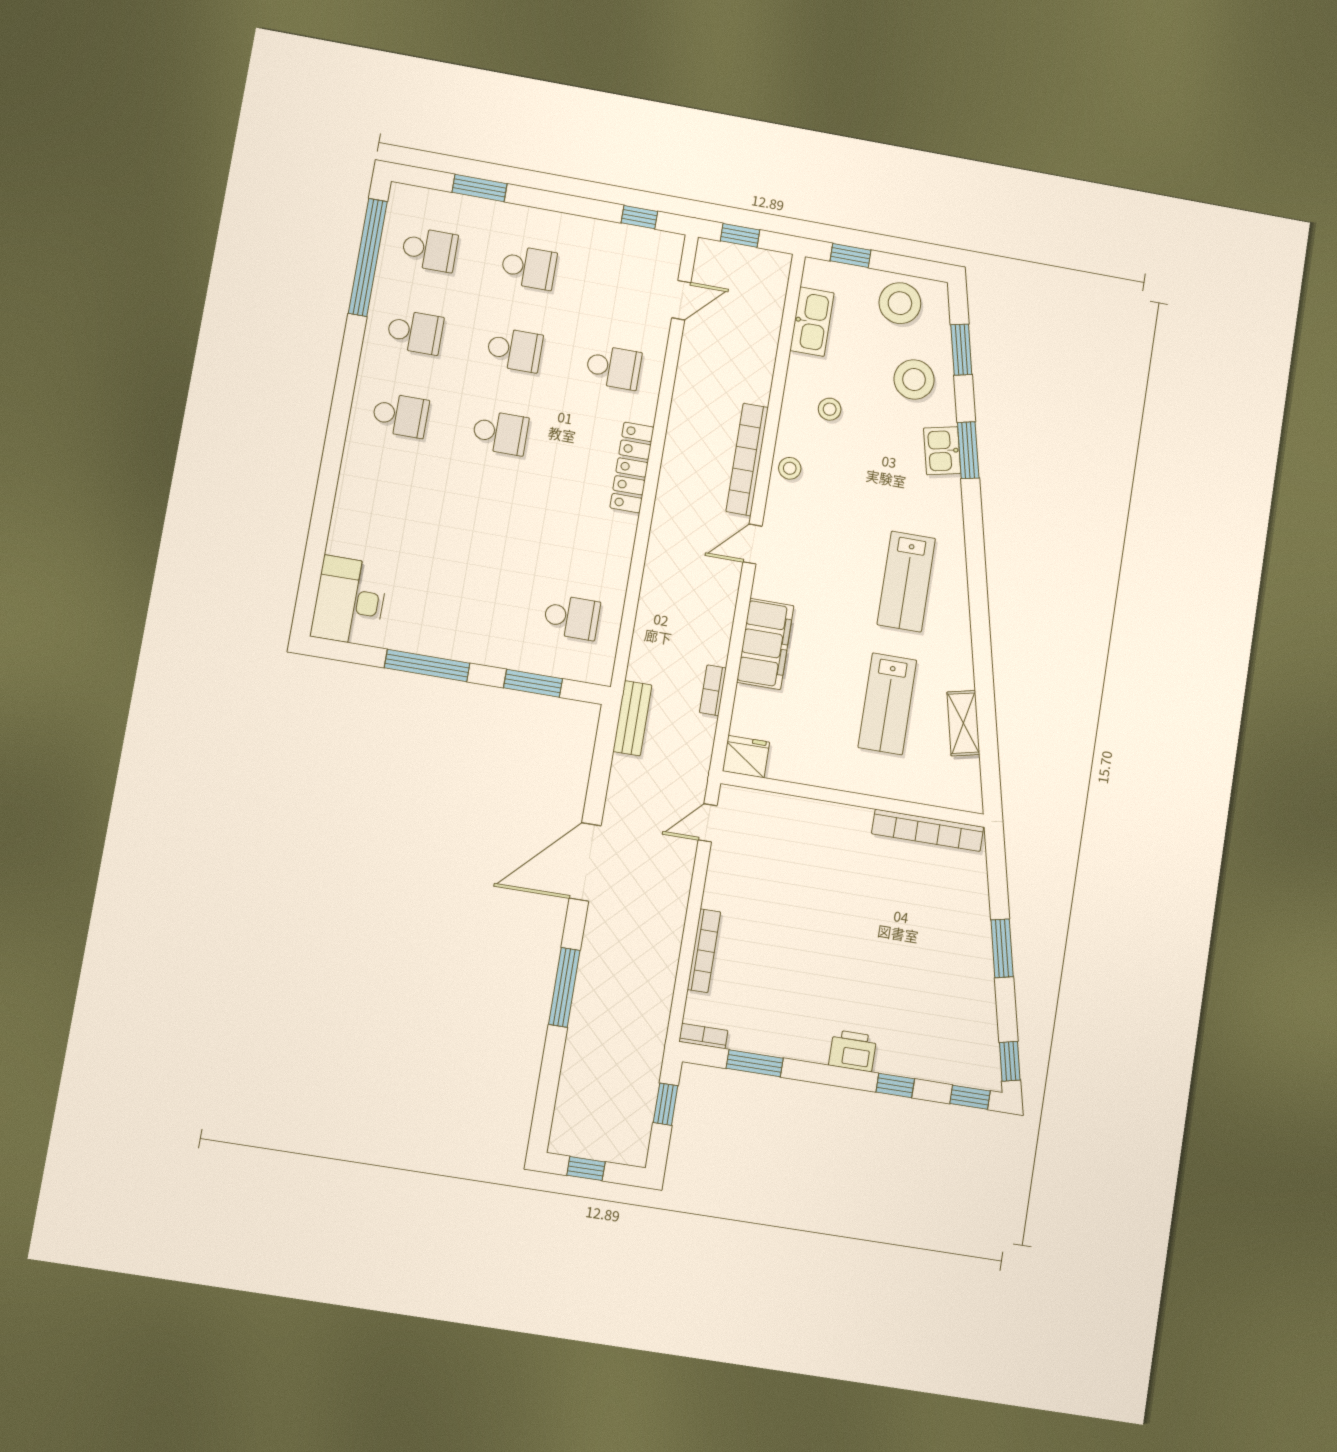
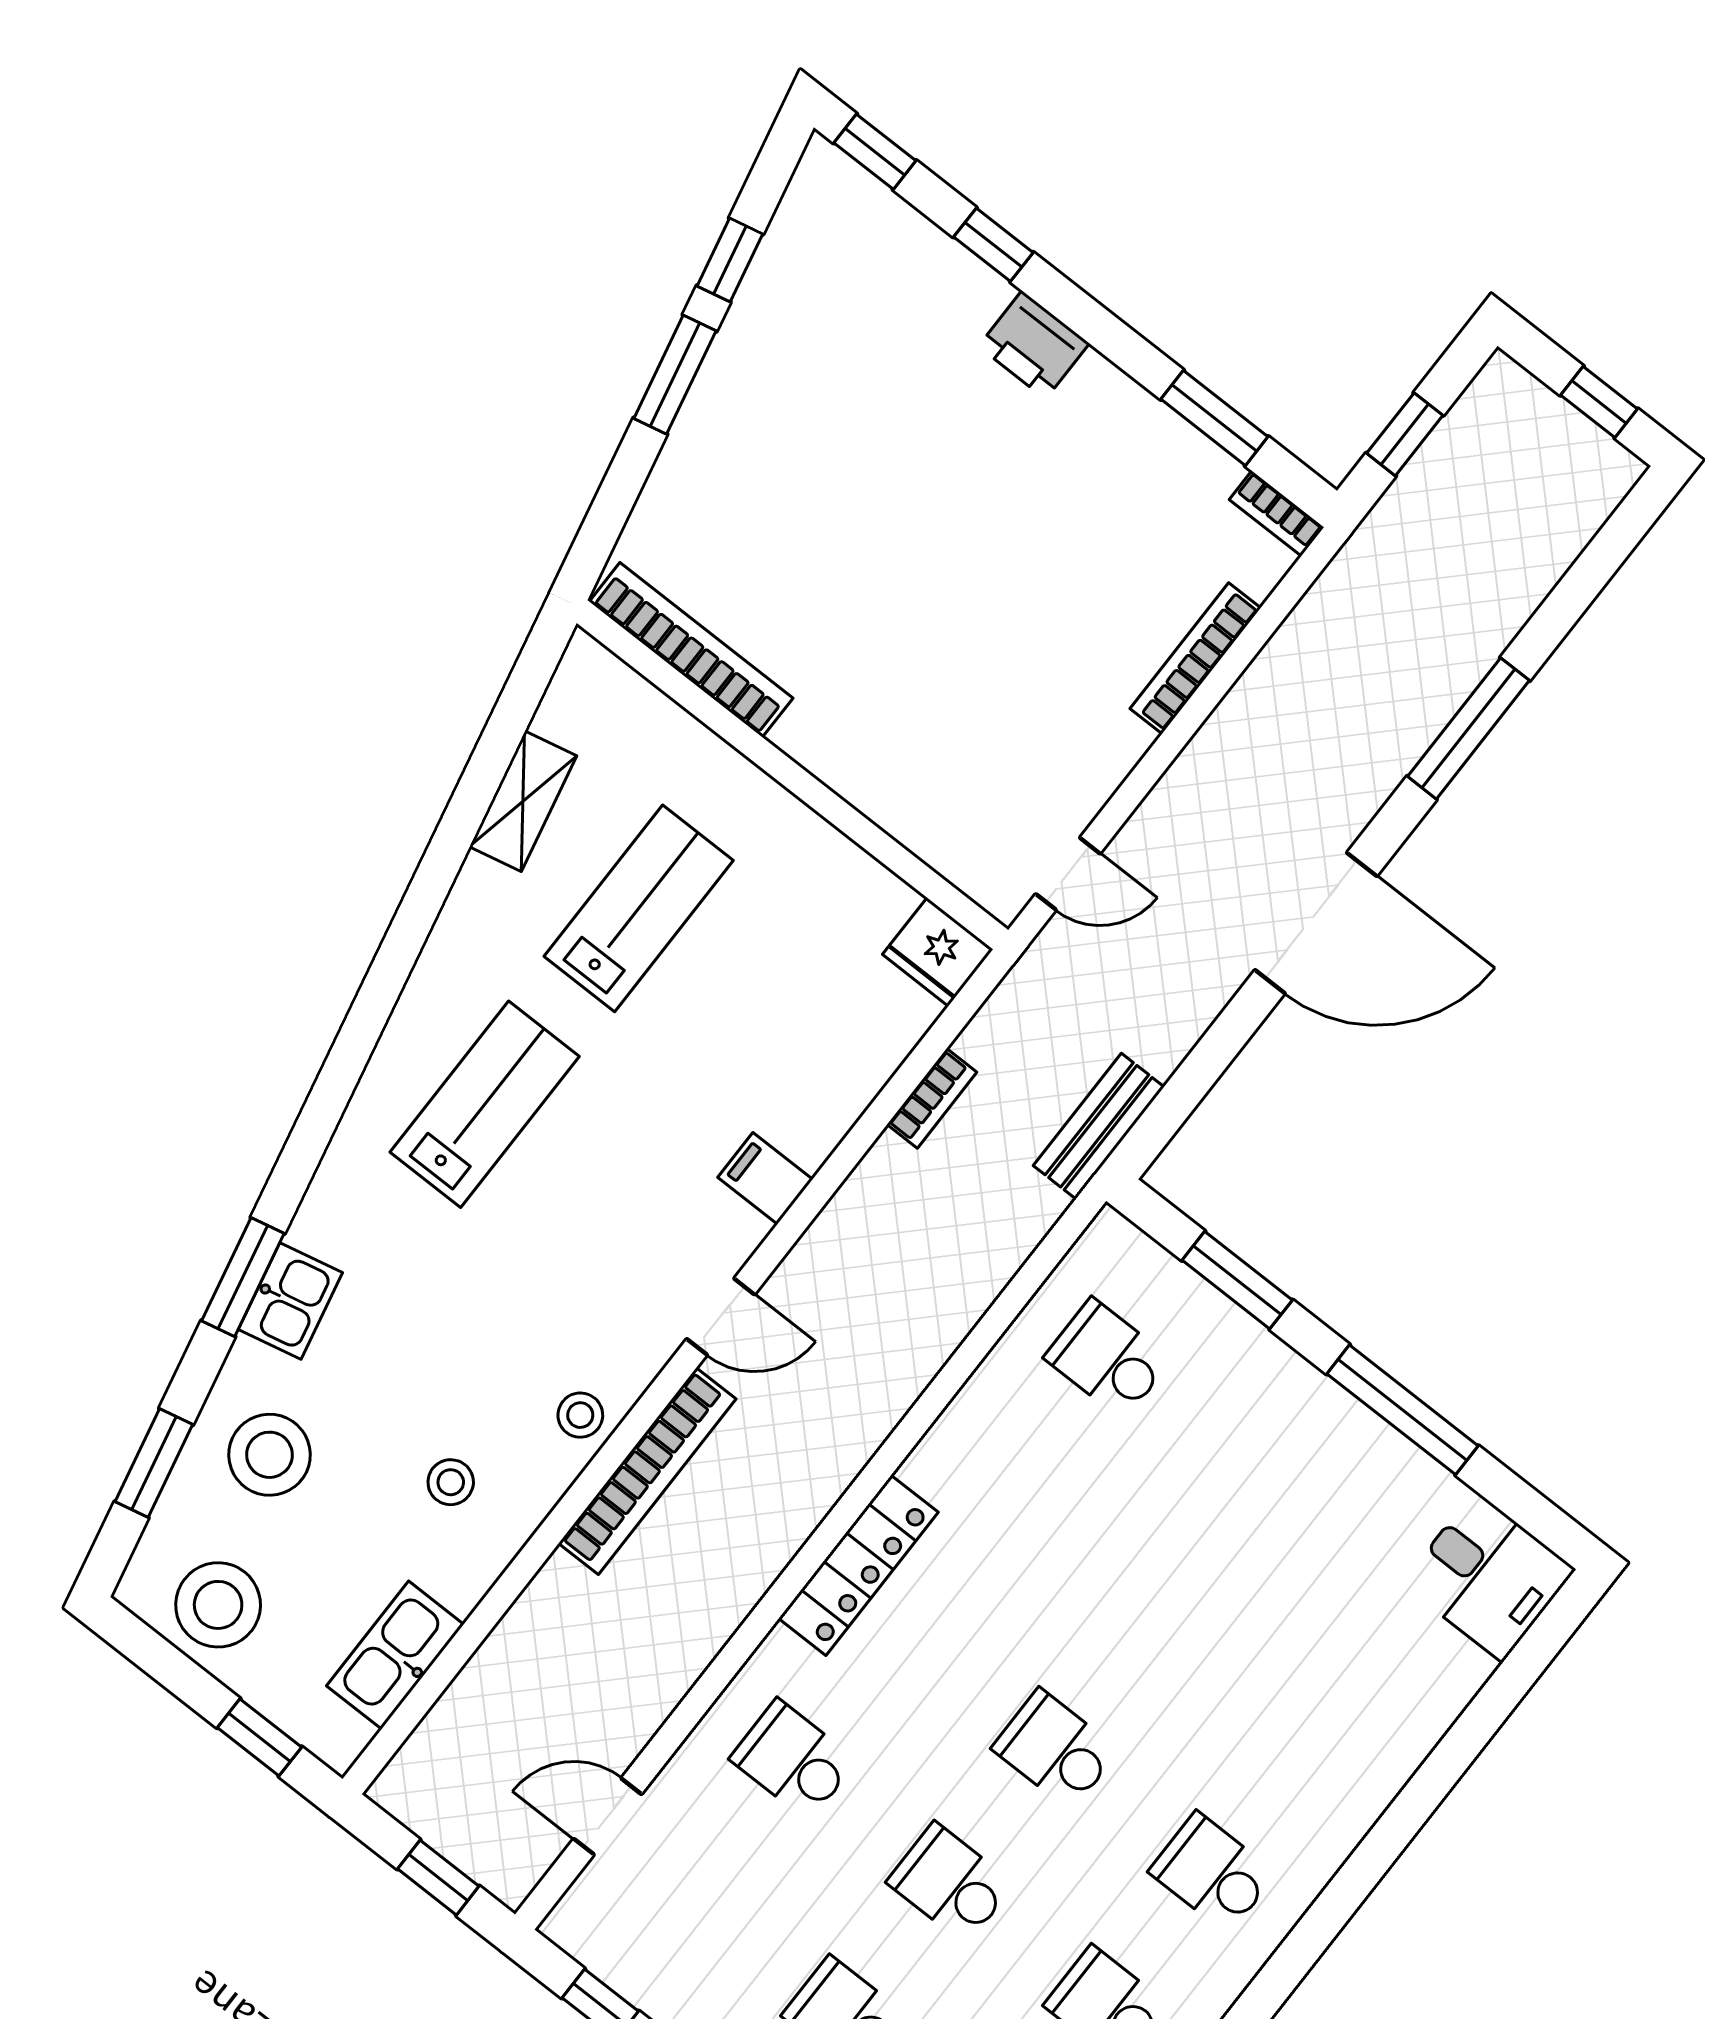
desk: (350, 601) -> (1488, 1576), width x0.73
filing cabinet: (765, 644) -> (765, 1178), width x0.33, depth x0.86
window: (1010, 1061) -> (730, 260), moved

